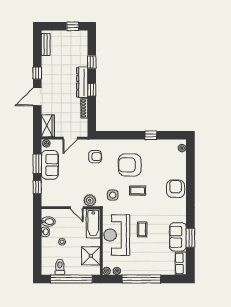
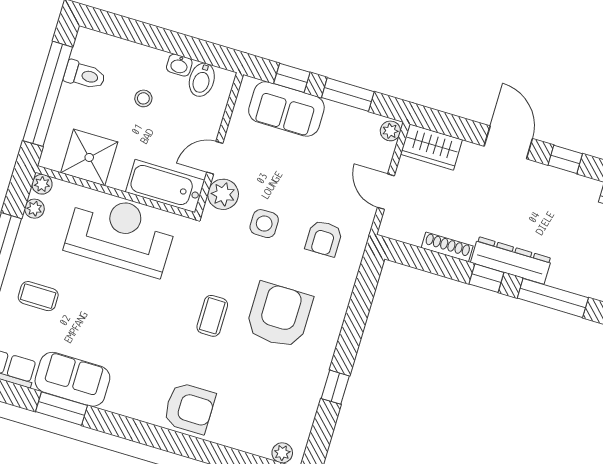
window: (92, 62) -> (553, 298), width x2.17
sofa: (50, 165) -> (286, 109), moved
side table: (113, 195) -> (264, 224), moved
coffee table: (142, 229) -> (38, 296), moved

